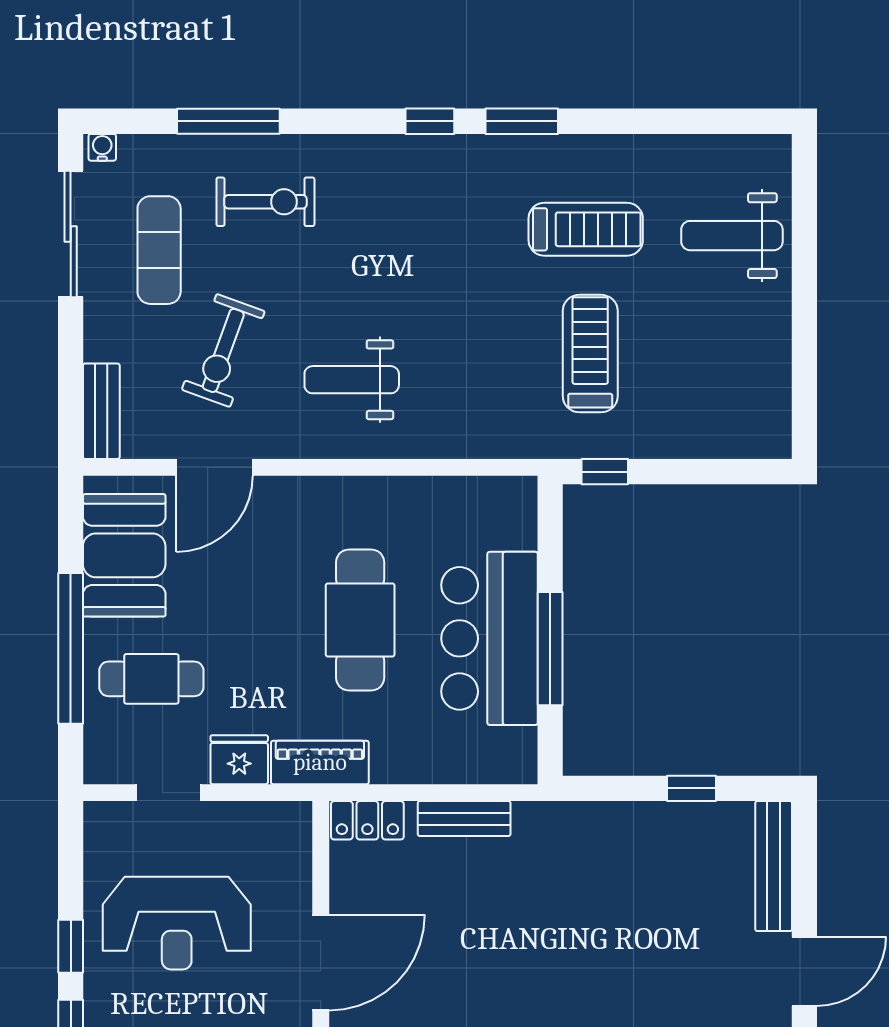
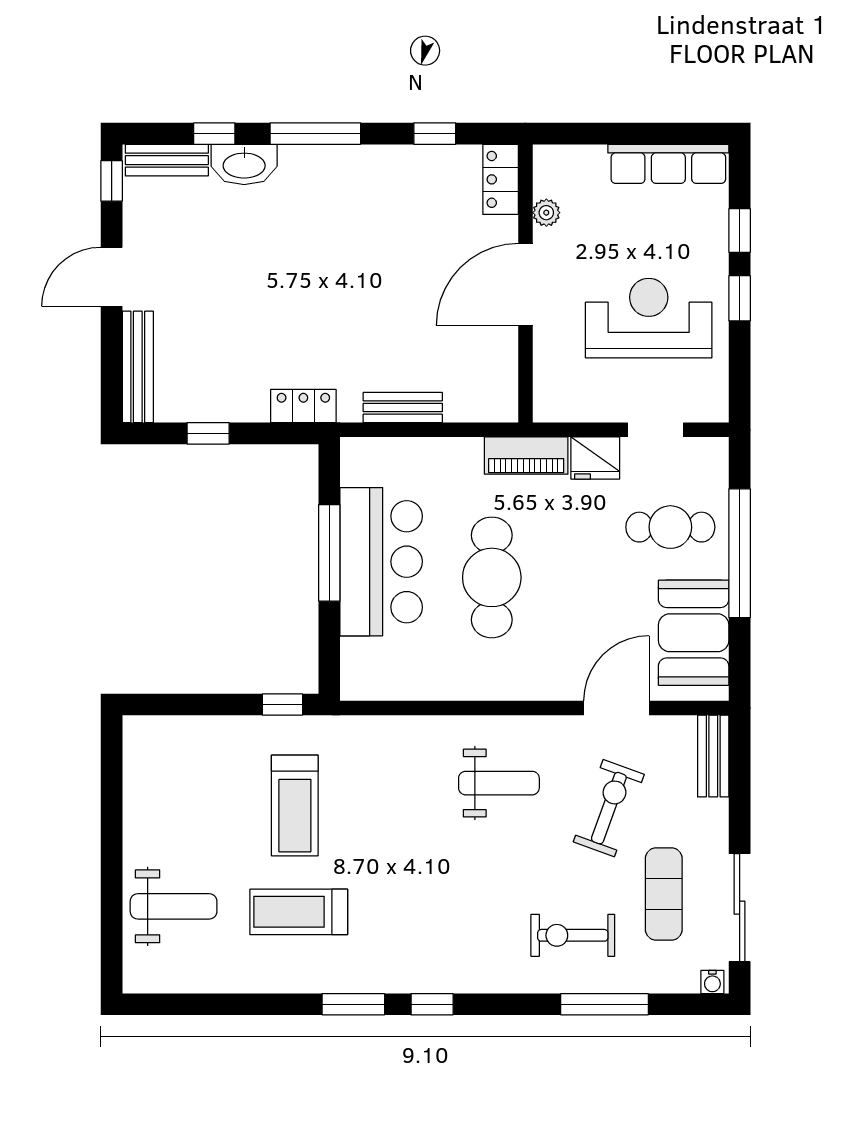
locker: (367, 820) -> (303, 406), moved

